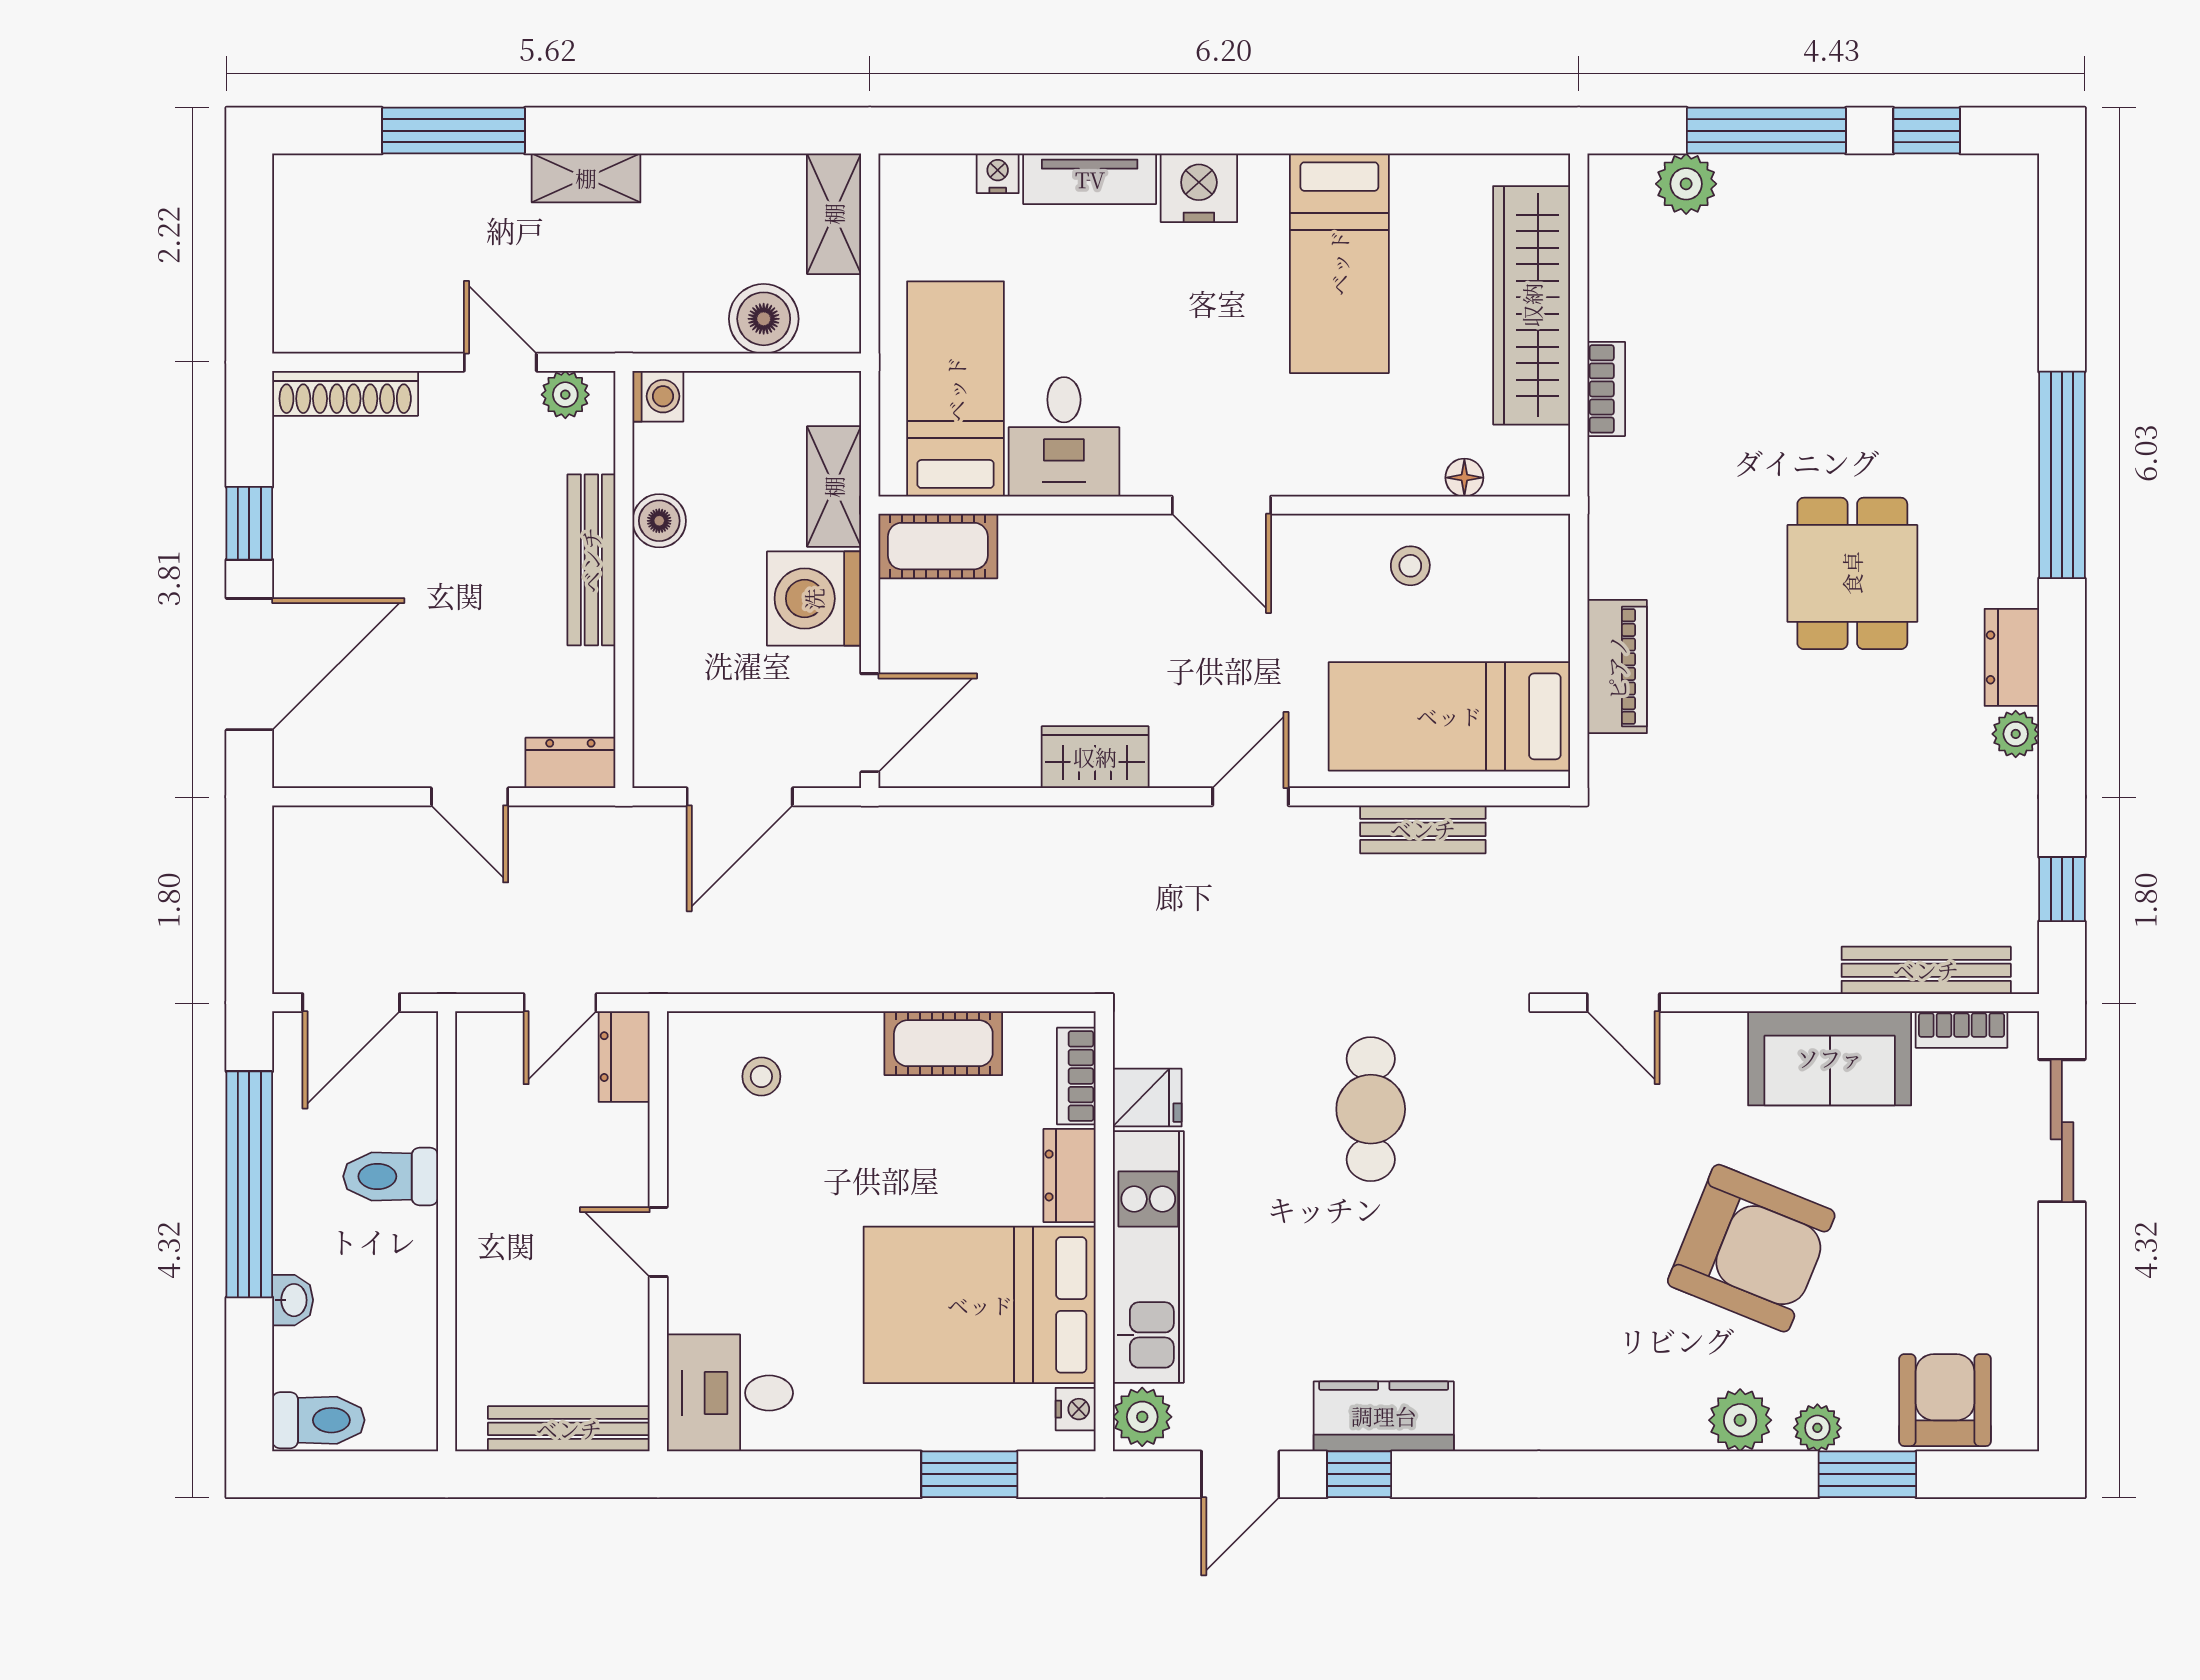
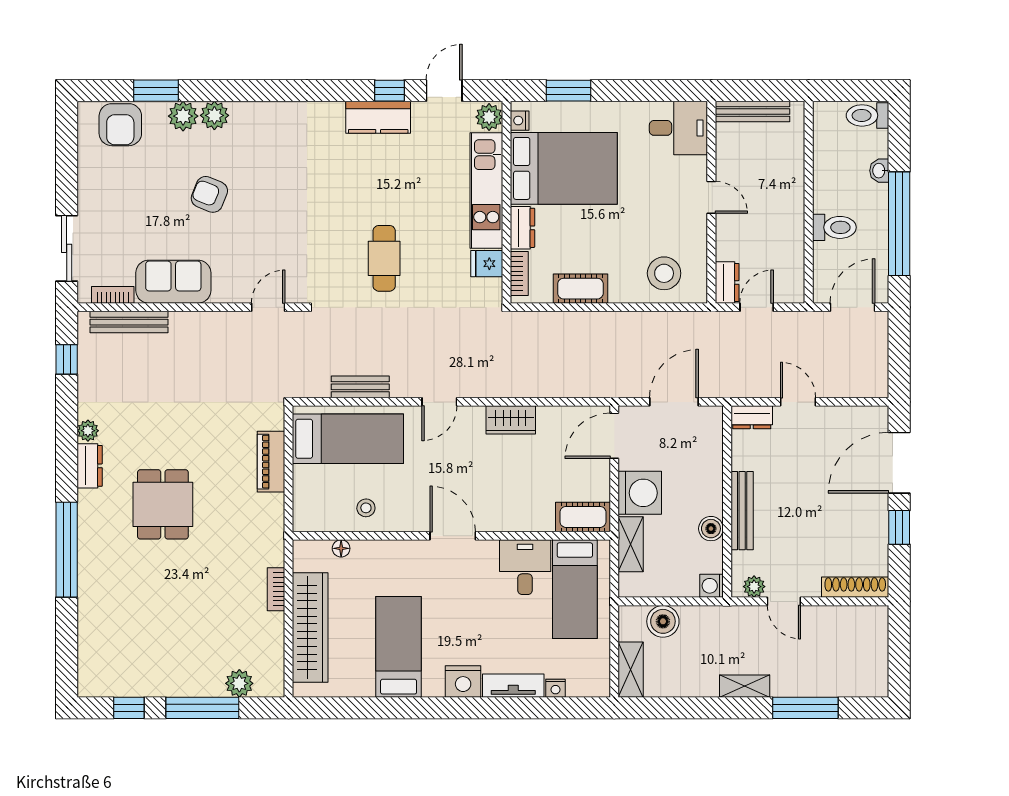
door: (1623, 1003) -> (268, 307), hinge flipped
stool: (761, 1076) -> (664, 273), width x1.89, depth x1.89
armchair: (1751, 1248) -> (209, 194), width x0.53, depth x0.53
plant: (1817, 1428) -> (183, 116), width x1.38, depth x1.38

